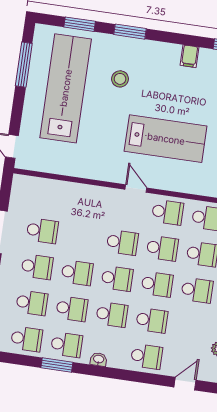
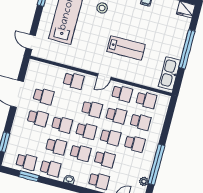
lab bench: (166, 139) -> (126, 48), width x0.73, depth x0.72
door: (136, 189) -> (104, 77), swing flipped
school desk: (32, 303) -> (74, 81), moved
window: (57, 365) -> (29, 176), moved

